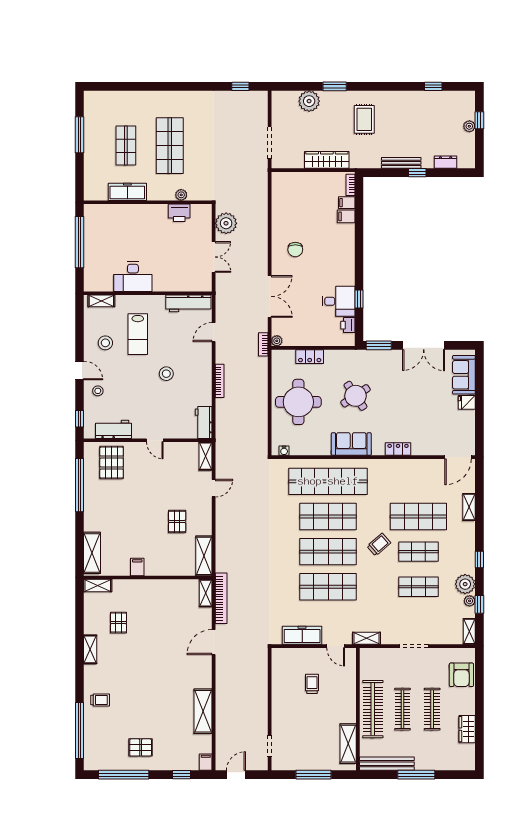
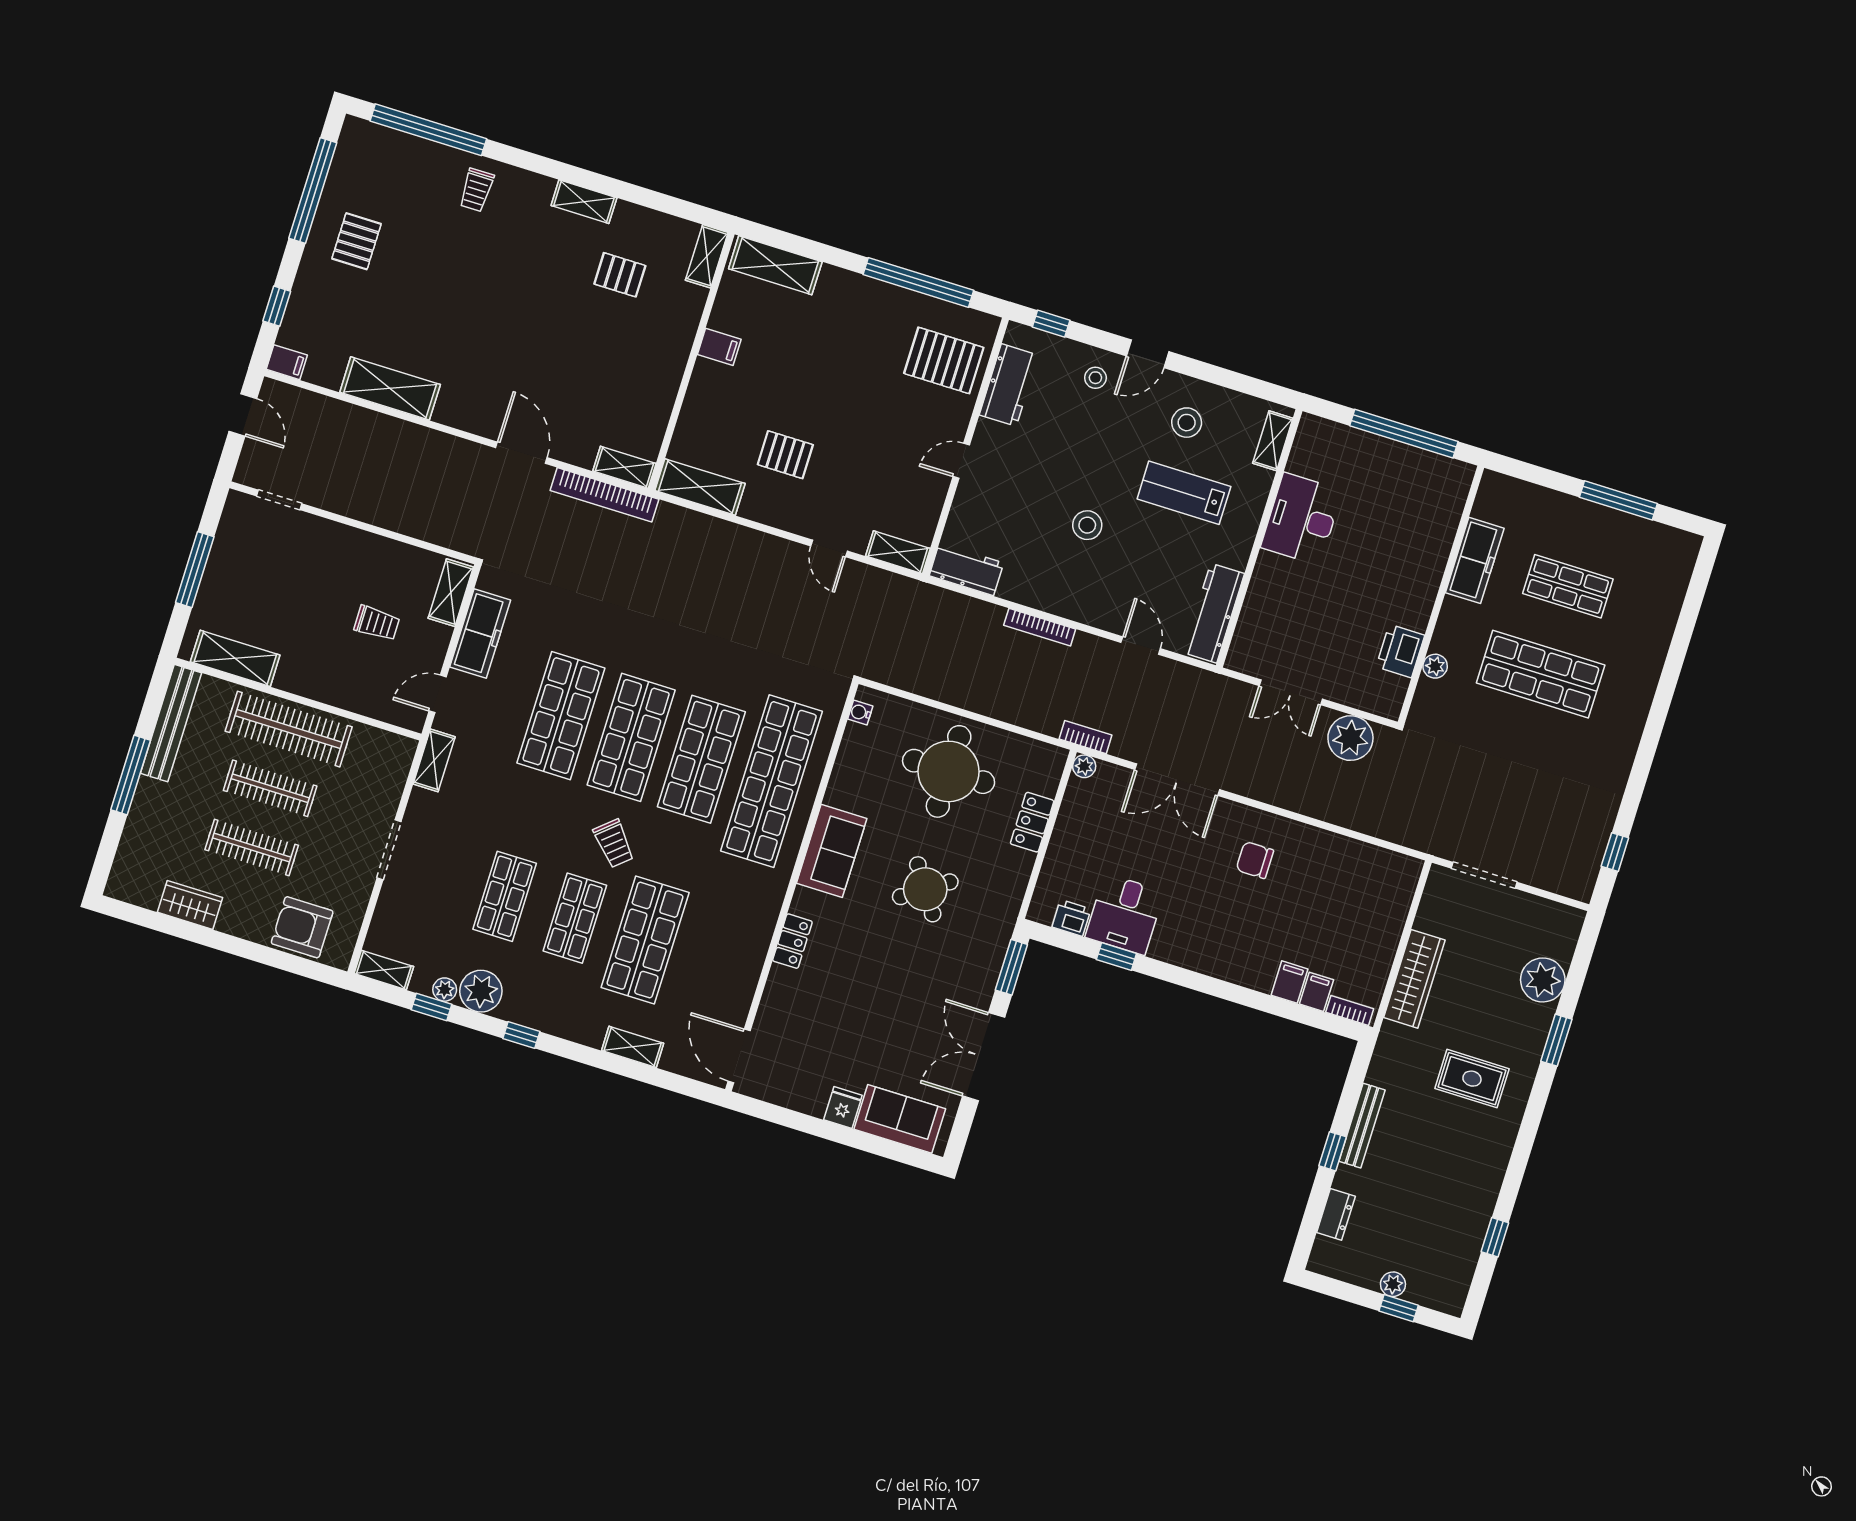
shelving: (288, 655) -> (451, 593), added

